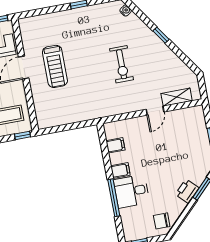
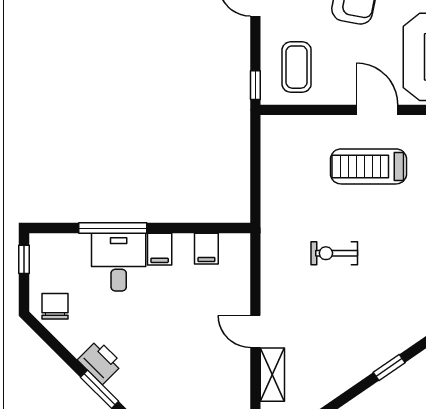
exercise bike: (122, 64) -> (334, 253), moved, width x0.73, depth x0.72

